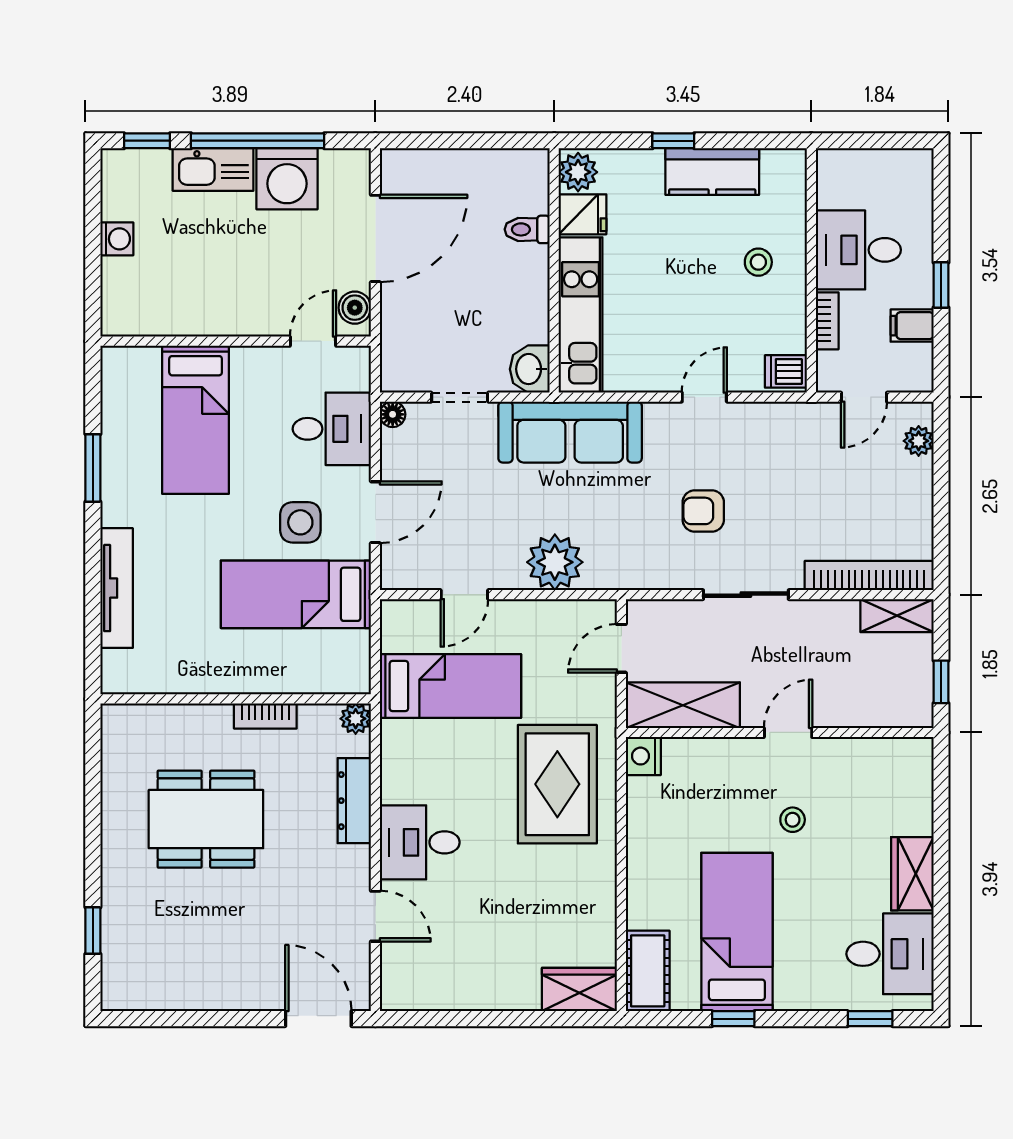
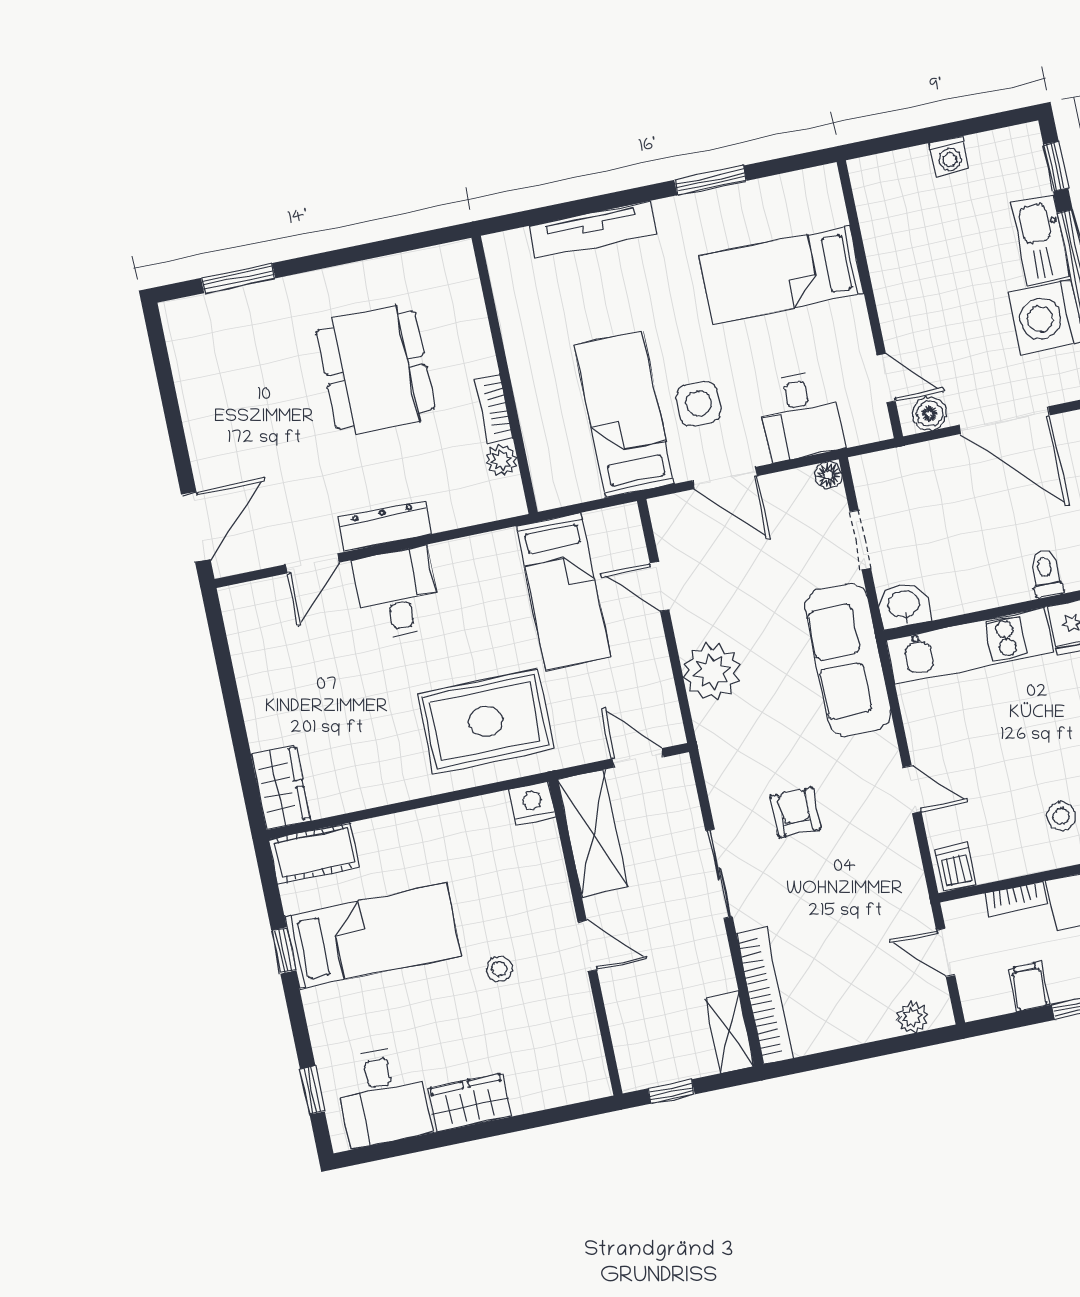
plant: (356, 719) -> (501, 460), moved
dresser: (354, 801) -> (385, 526), moved
window: (93, 931) -> (238, 278), width x1.50

